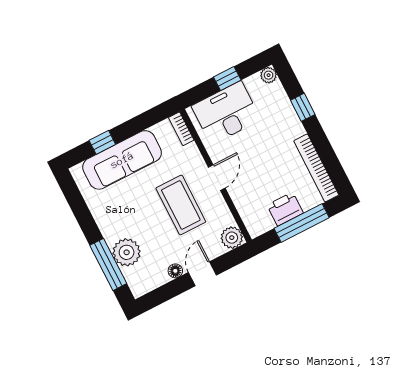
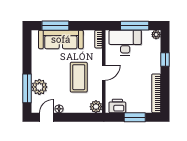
window: (227, 78) -> (135, 26), width x2.17
window: (102, 142) -> (55, 26), width x2.17
printer: (285, 209) -> (117, 106), moved
window: (302, 223) -> (135, 117), width x0.69
door: (202, 274) -> (46, 117), moved

